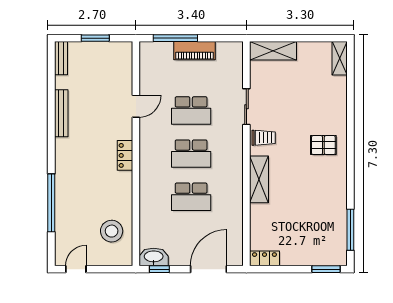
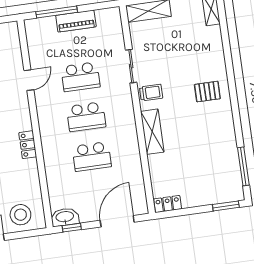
locker: (125, 155) -> (28, 145), moved
stool: (112, 231) -> (20, 215), moved

